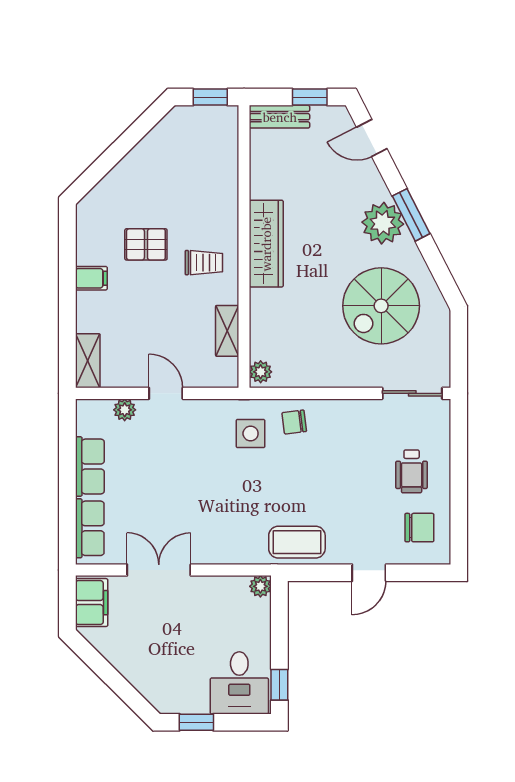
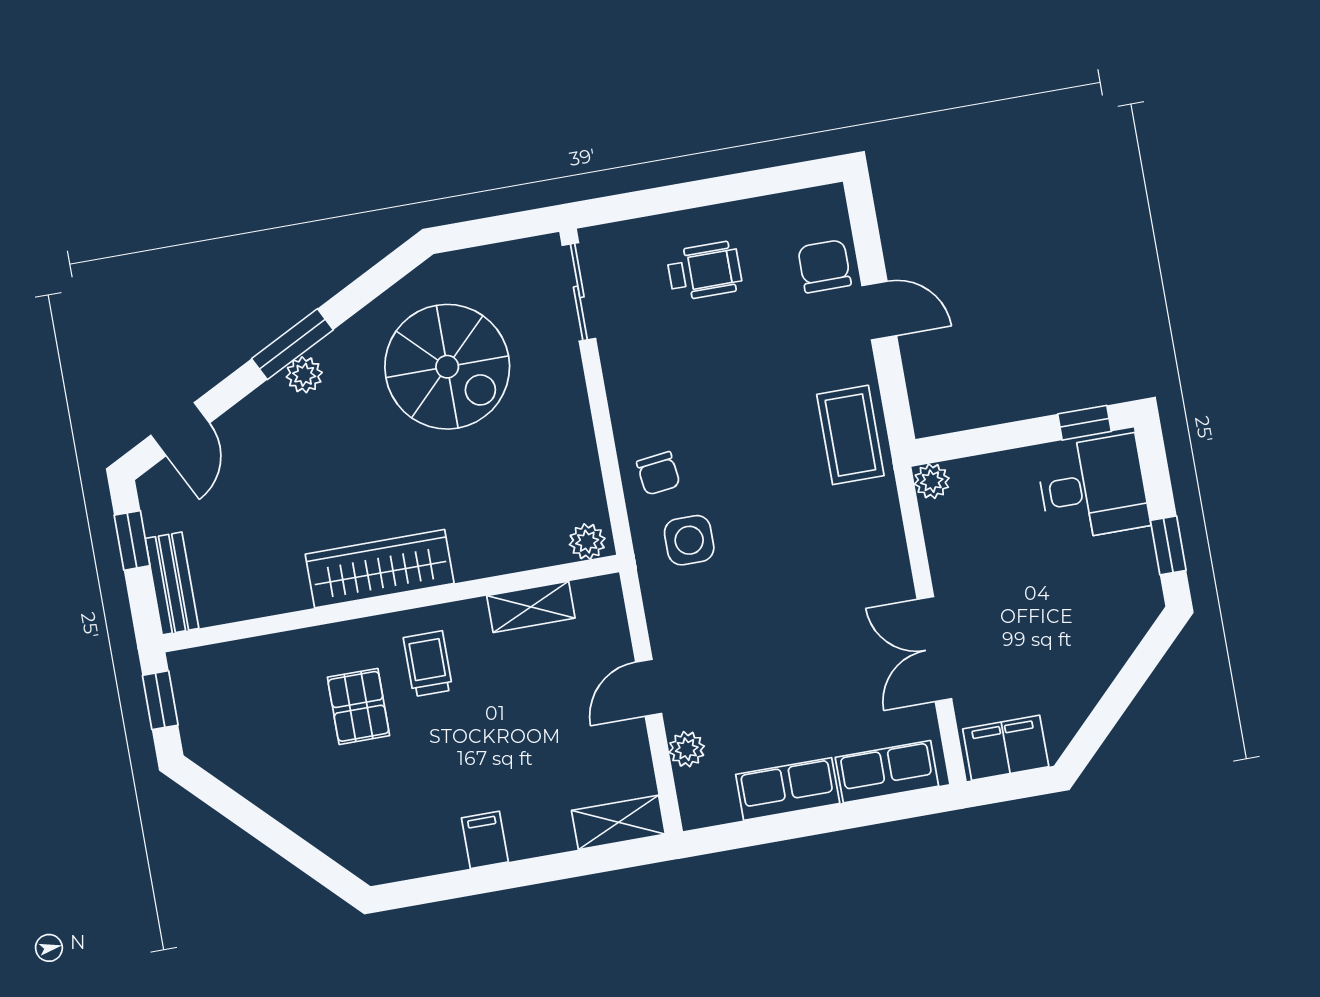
plant: (383, 223) -> (304, 375), width x0.53, depth x0.53
pallet: (146, 244) -> (358, 706), moved
chair: (419, 528) -> (824, 266), moved

